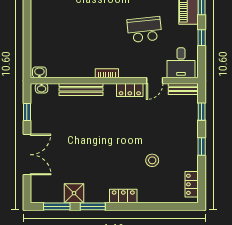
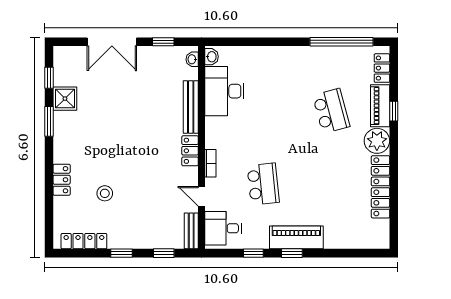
desk: (68, 62) -> (224, 91), added
bookcase: (107, 73) -> (210, 163), moved
locker: (130, 90) -> (190, 151), moved
locker: (192, 184) -> (84, 241), width x1.53
locker: (123, 196) -> (62, 180), moved
window: (57, 206) -> (49, 78), width x0.67

